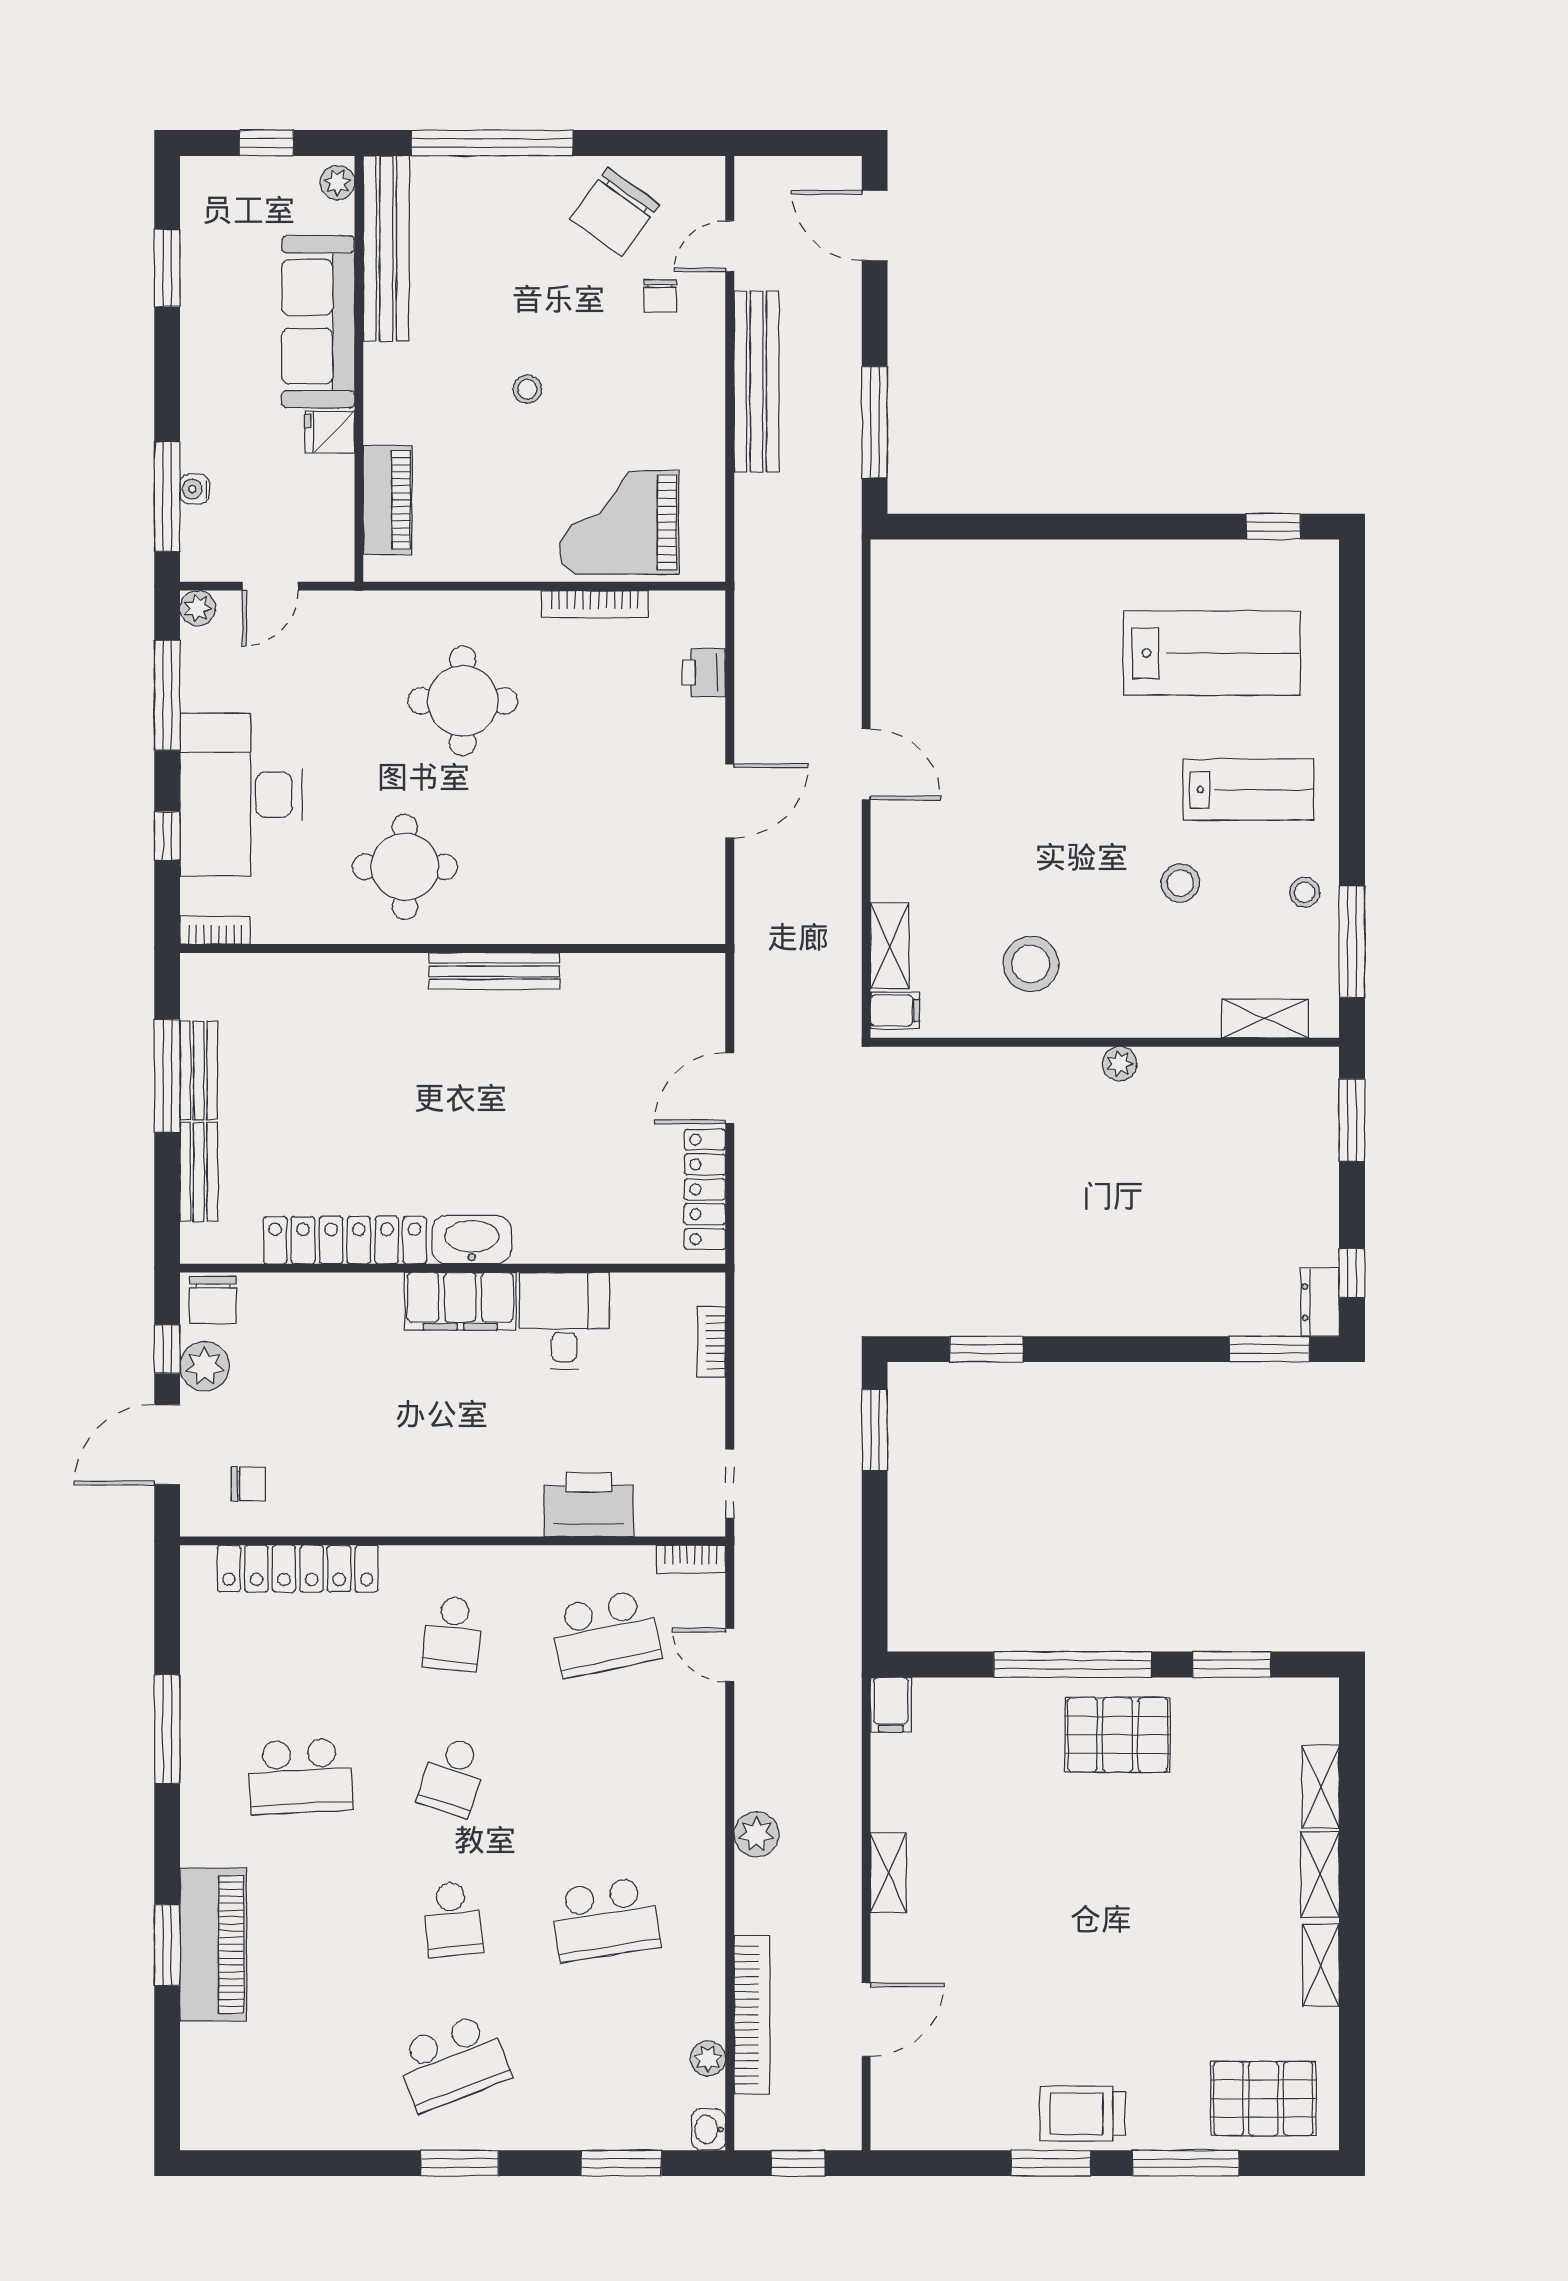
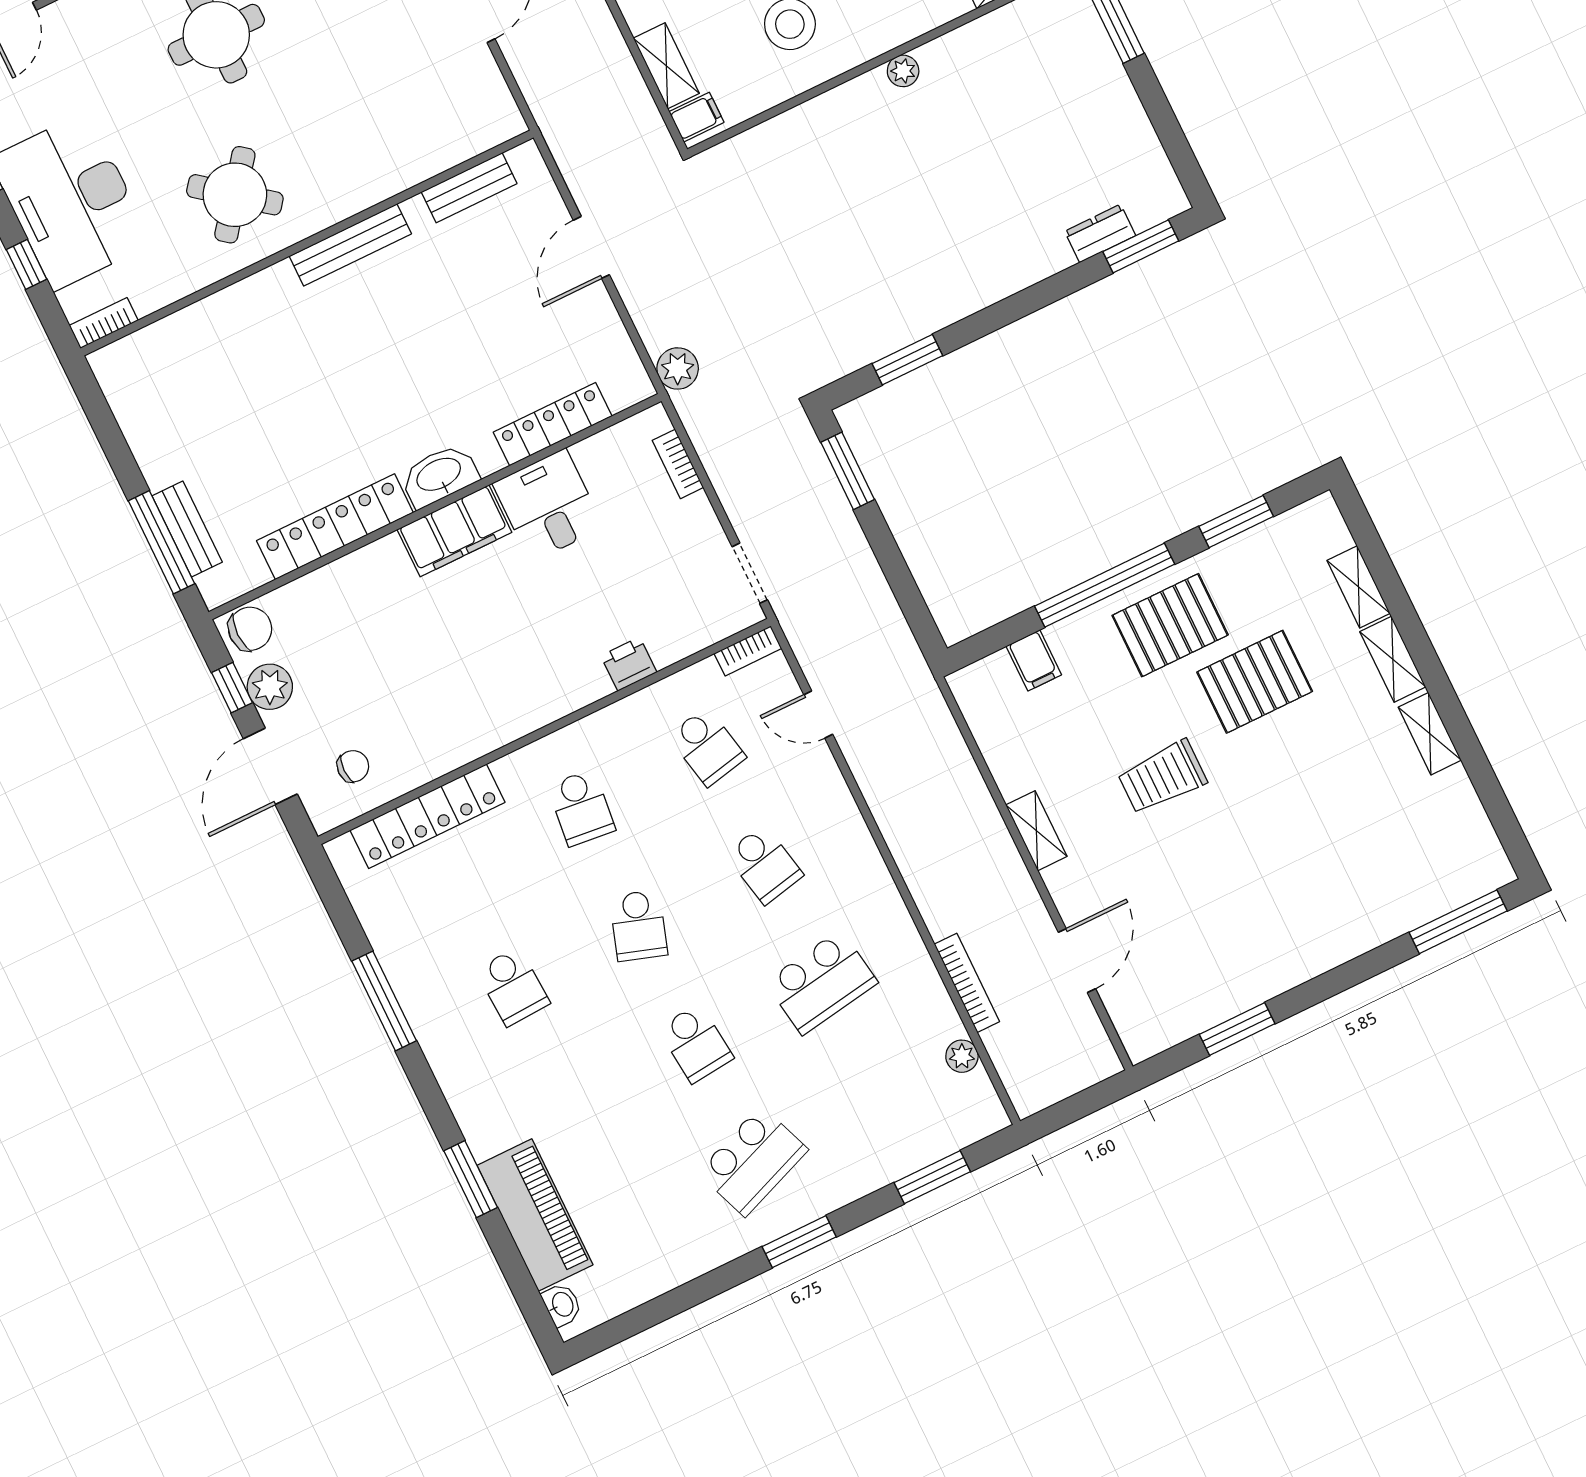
round table: (405, 867) -> (235, 195), turned 38
bench: (199, 1070) -> (469, 188), moved, turned 90
window: (167, 1076) -> (161, 542), moved
locker: (705, 1189) -> (553, 424), moved, turned 90
window: (1352, 1273) -> (1179, 151), removed
chair: (213, 1300) -> (250, 629), turned -90
dresser: (1320, 1302) -> (1100, 233), moved, turned 90
printer: (589, 1505) -> (629, 664), width x0.53, depth x0.68
school desk: (605, 1633) -> (707, 747), width x0.54
filing cabinet: (891, 1705) -> (1034, 660), moved
school desk: (300, 1776) -> (513, 987), width x0.54
school desk: (605, 1776) -> (764, 864), added
plant: (757, 1834) -> (678, 368), moved
piano: (213, 1944) -> (535, 1215), moved
bookcase: (752, 2015) -> (967, 983), width x0.68, depth x0.76
pallet: (1263, 2099) -> (1255, 682), moved
trolley: (1082, 2114) -> (1162, 777), moved
washbasin: (709, 2129) -> (562, 1305), moved, turned 180
window: (798, 2163) -> (1078, 1106), removed
window: (1051, 2163) -> (1237, 1029), moved
window: (1186, 2163) -> (1458, 922), moved

